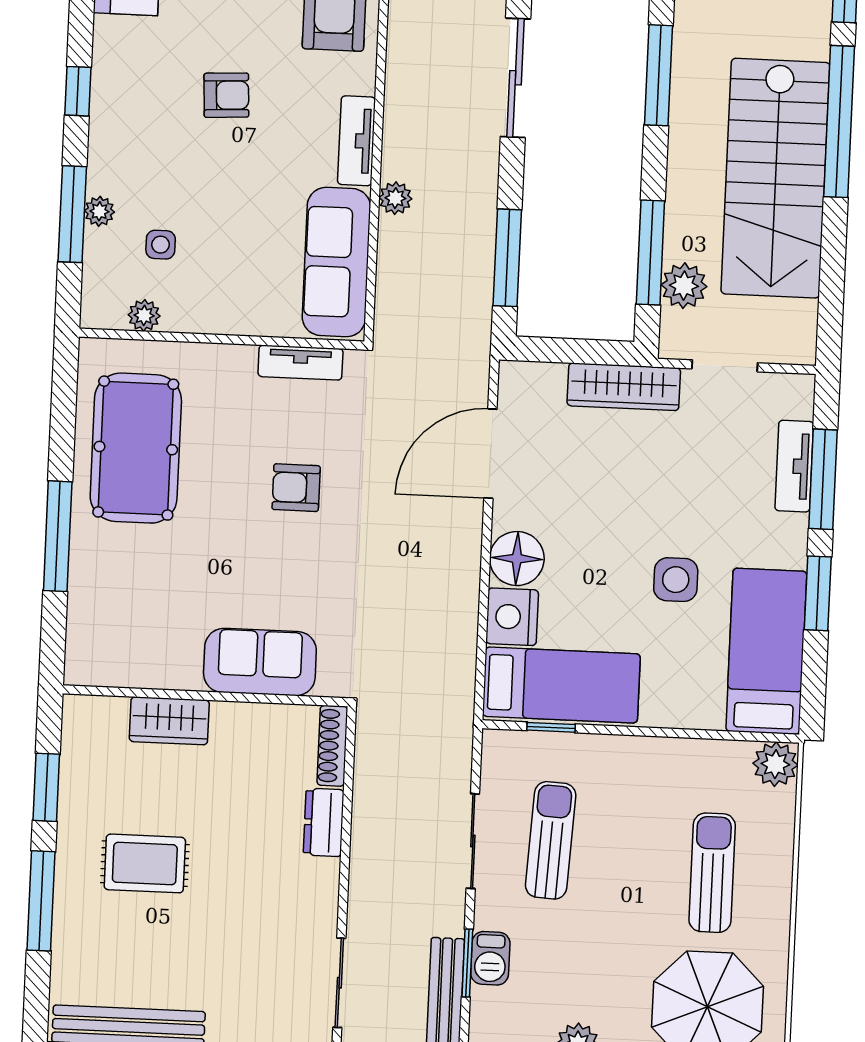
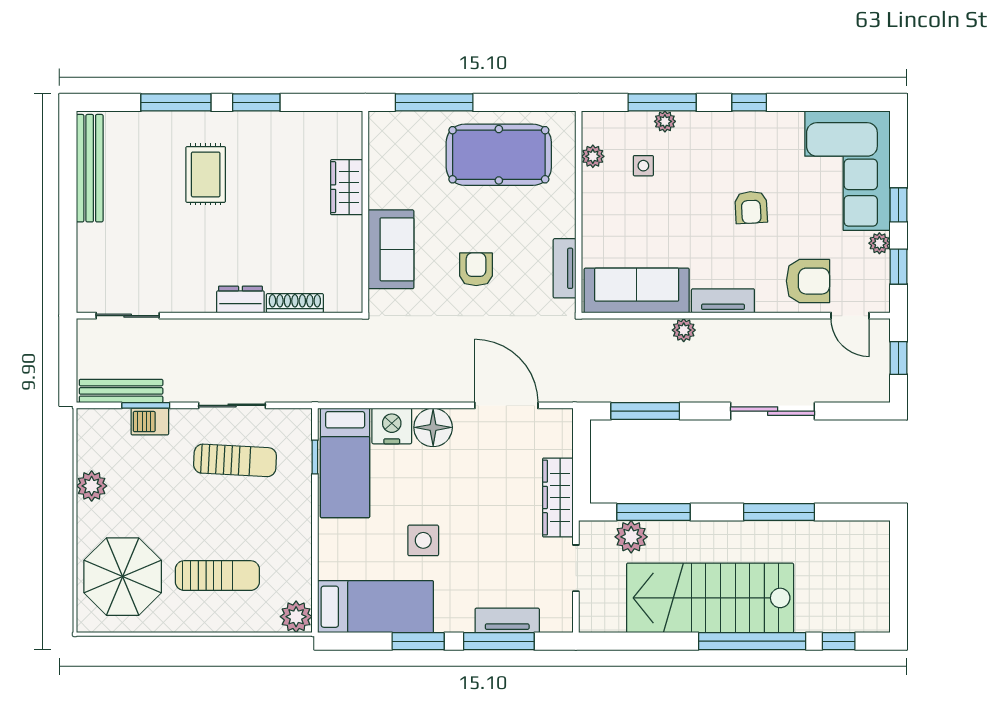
sofa: (260, 662) -> (391, 249), moved
wall: (205, 696) -> (365, 212), moved
wardrobe: (169, 721) -> (347, 187), moved

